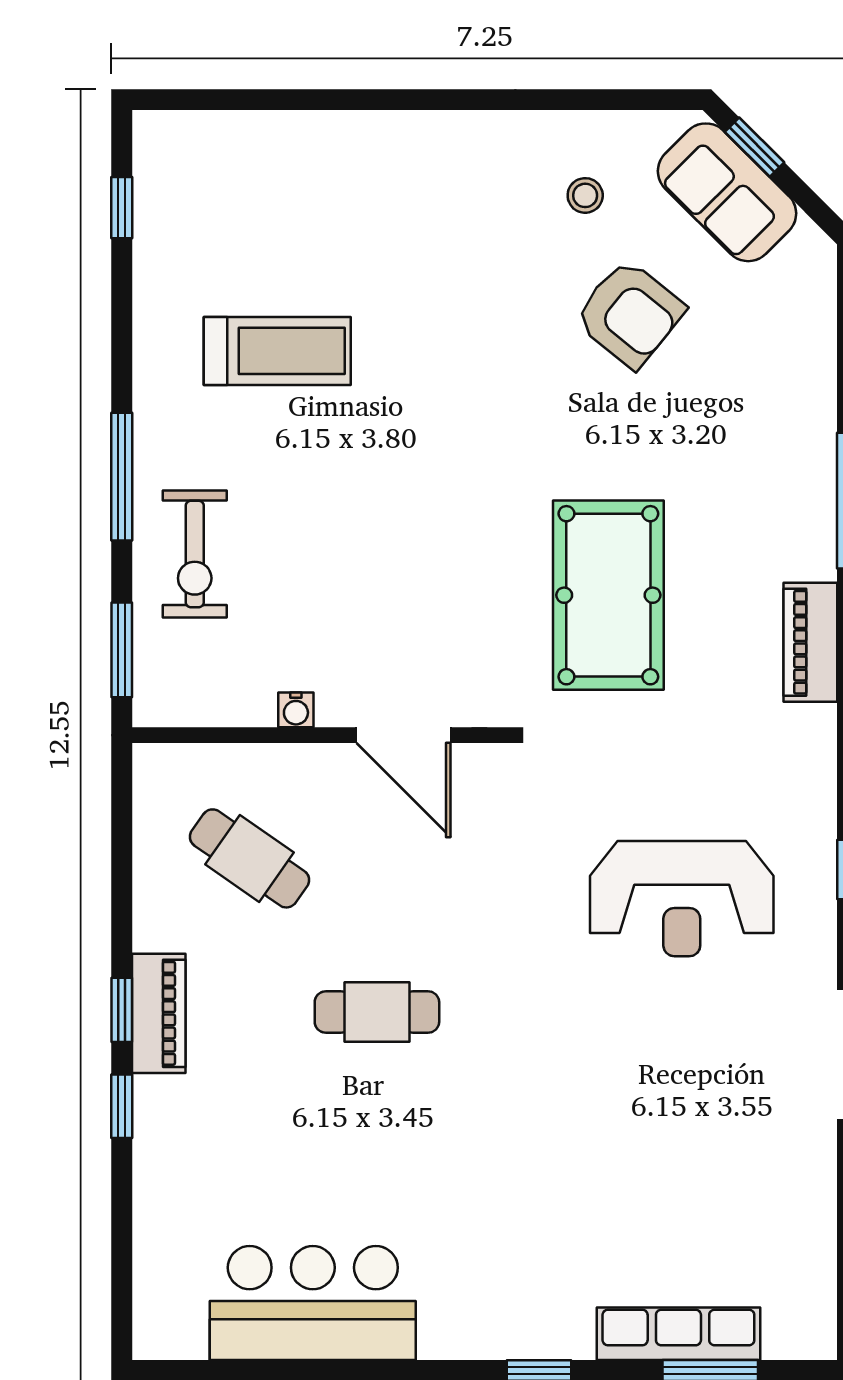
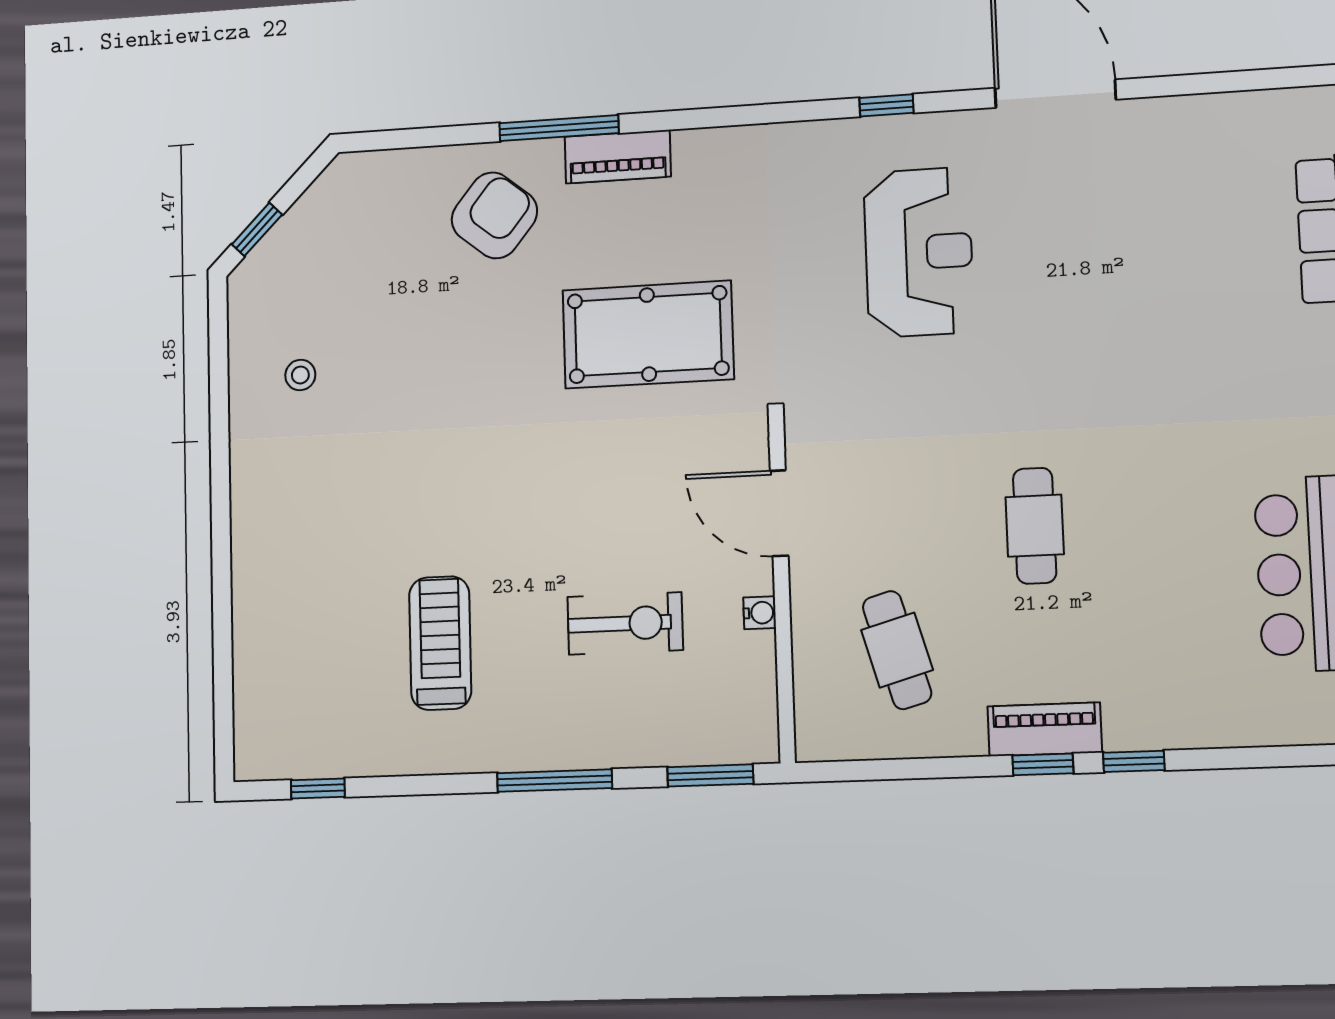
sofa: (727, 192) -> (296, 251), removed
armchair: (630, 314) -> (494, 215), moved
exercise bike: (195, 554) -> (625, 623), moved
piano: (810, 642) -> (618, 157), moved
door: (403, 735) -> (779, 513), swing flipped
cafe table: (250, 858) -> (897, 650), turned -51

